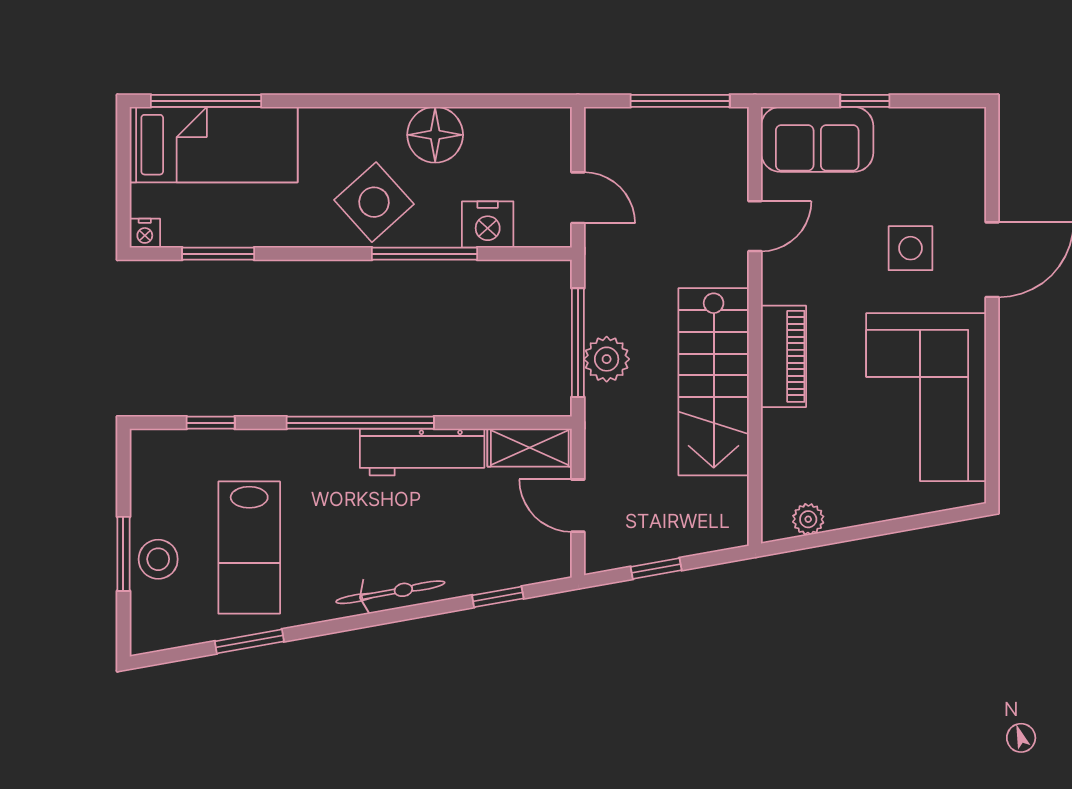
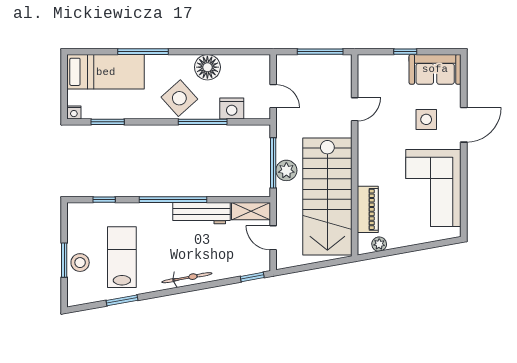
window: (206, 101) -> (143, 52), moved
sofa: (817, 139) -> (435, 69), moved
piano: (784, 356) -> (368, 209), moved
stairs: (714, 382) -> (327, 197), width x1.36, depth x1.51
lab bench: (249, 548) -> (122, 257), turned 180
window: (656, 569) -> (309, 267), removed
window: (498, 597) -> (252, 277), moved

